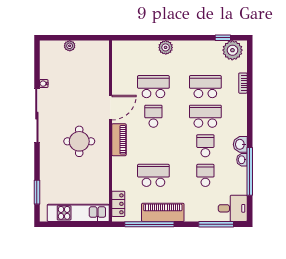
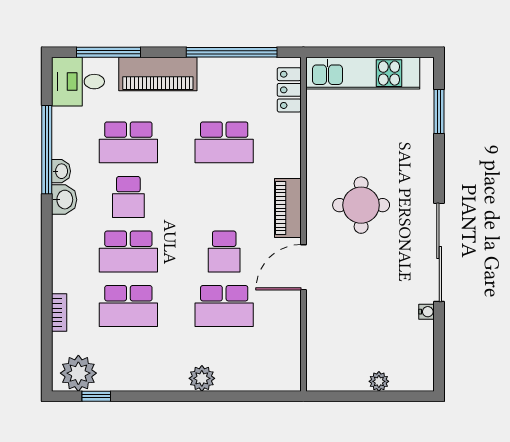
school desk: (205, 175) -> (128, 142), width x1.85
piano: (163, 212) -> (158, 74), moved

